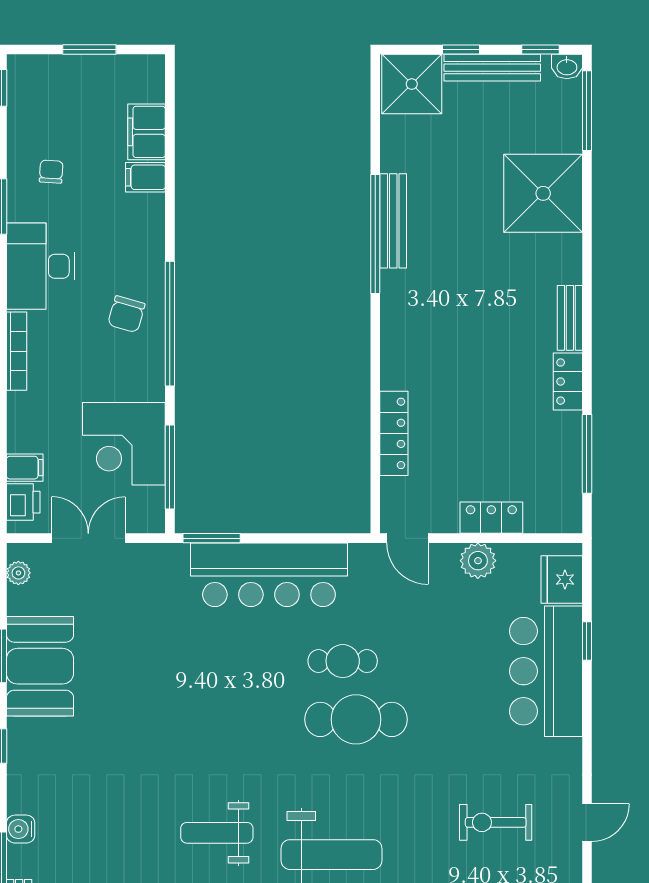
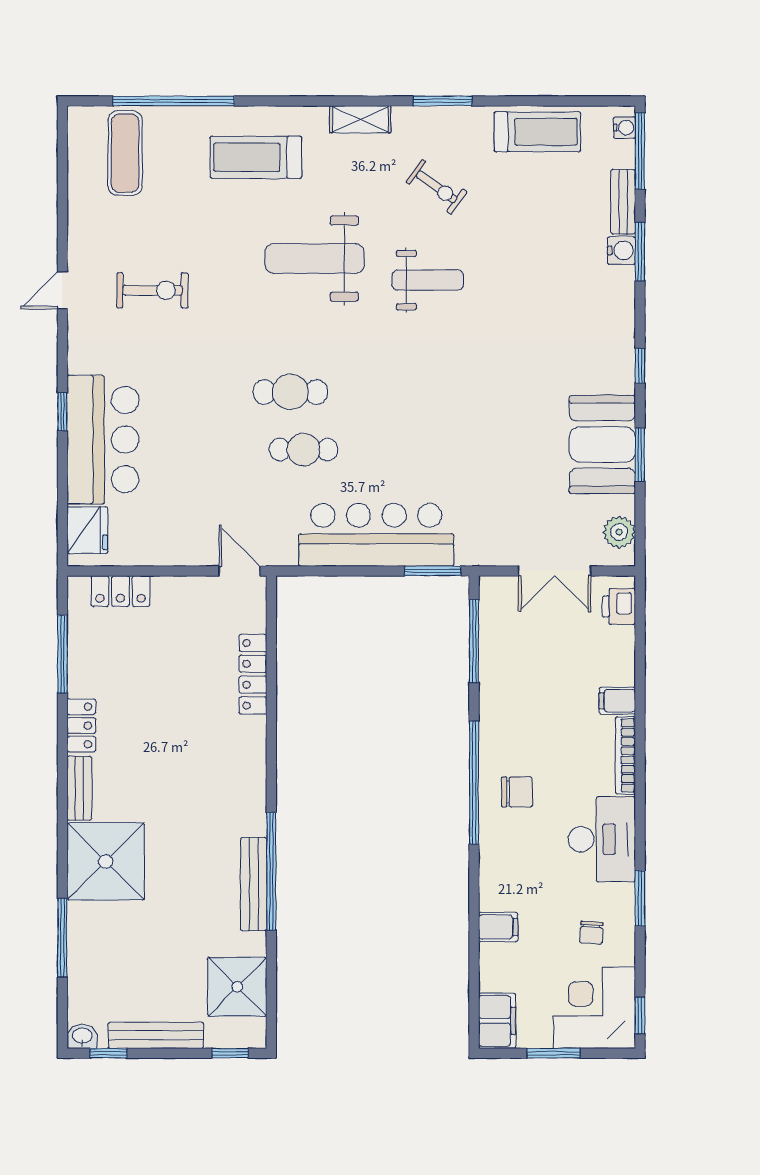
window: (461, 50) -> (230, 1053), moved
shower: (412, 84) -> (237, 987), moved
window: (587, 111) -> (62, 938), moved
filing cabinet: (147, 132) -> (497, 1021), moved
shower: (543, 193) -> (106, 861), moved
chair: (126, 314) -> (517, 792), turned 74
corner desk: (124, 444) -> (595, 1008), moved, turned -90
filing cabinet: (25, 468) -> (617, 701), moved
locker: (491, 518) -> (120, 591), moved
plant: (478, 561) -> (170, 549), removed
plant: (18, 573) -> (619, 532), width x1.38, depth x1.38
window: (587, 641) -> (62, 412), moved
cafe table: (356, 719) -> (290, 392), width x0.73, depth x0.74
water cooler: (21, 829) -> (621, 250), moved

